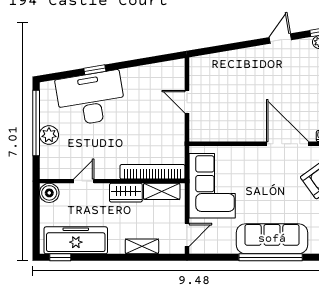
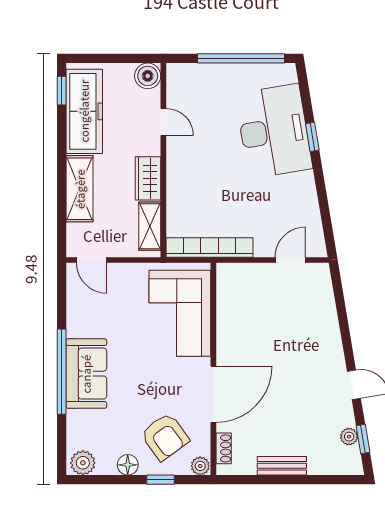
door: (187, 102) -> (290, 260), moved
plant: (49, 135) -> (225, 76), removed
bookcase: (153, 172) -> (209, 247), moved, turned -90
corner sofa: (212, 186) -> (180, 313), moved, turned 90
sofa: (272, 239) -> (86, 374), width x0.73
shelving: (142, 246) -> (80, 189), width x1.50, depth x1.33

